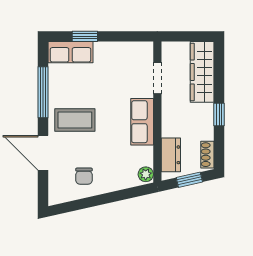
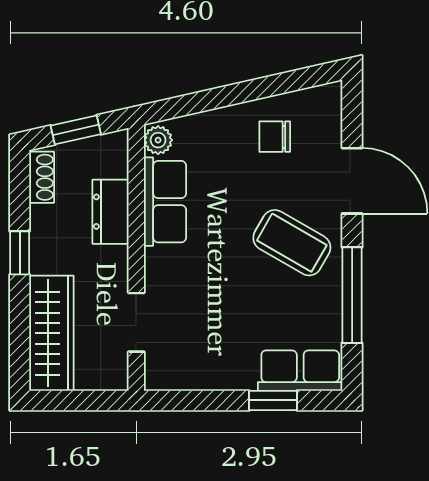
coffee table: (75, 120) -> (292, 243), turned 30
row of seats: (142, 122) -> (165, 202), moved
dresser: (171, 155) -> (110, 212), moved
chair: (84, 176) -> (275, 137), turned -90

